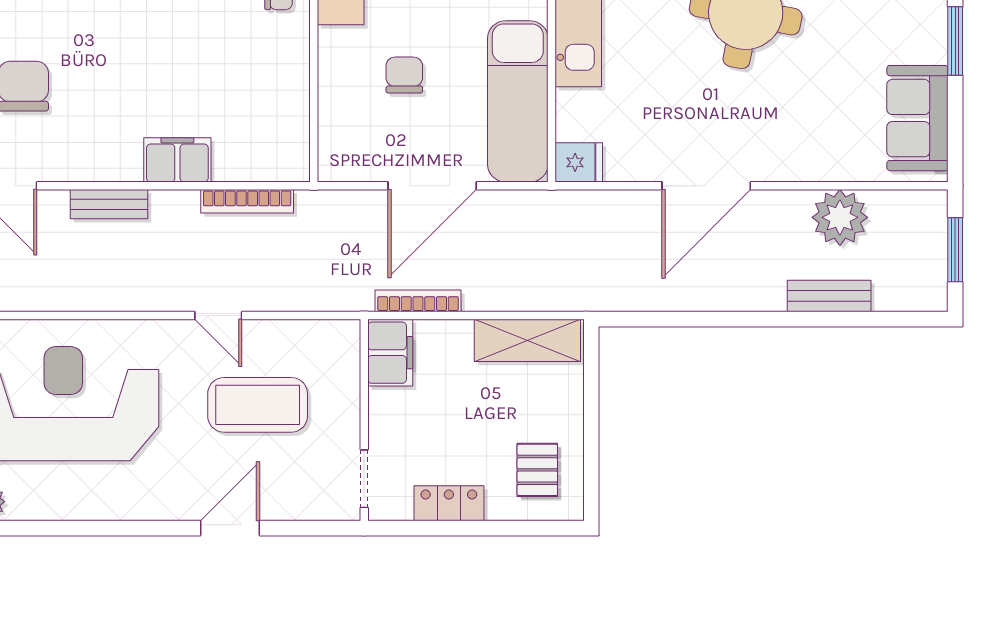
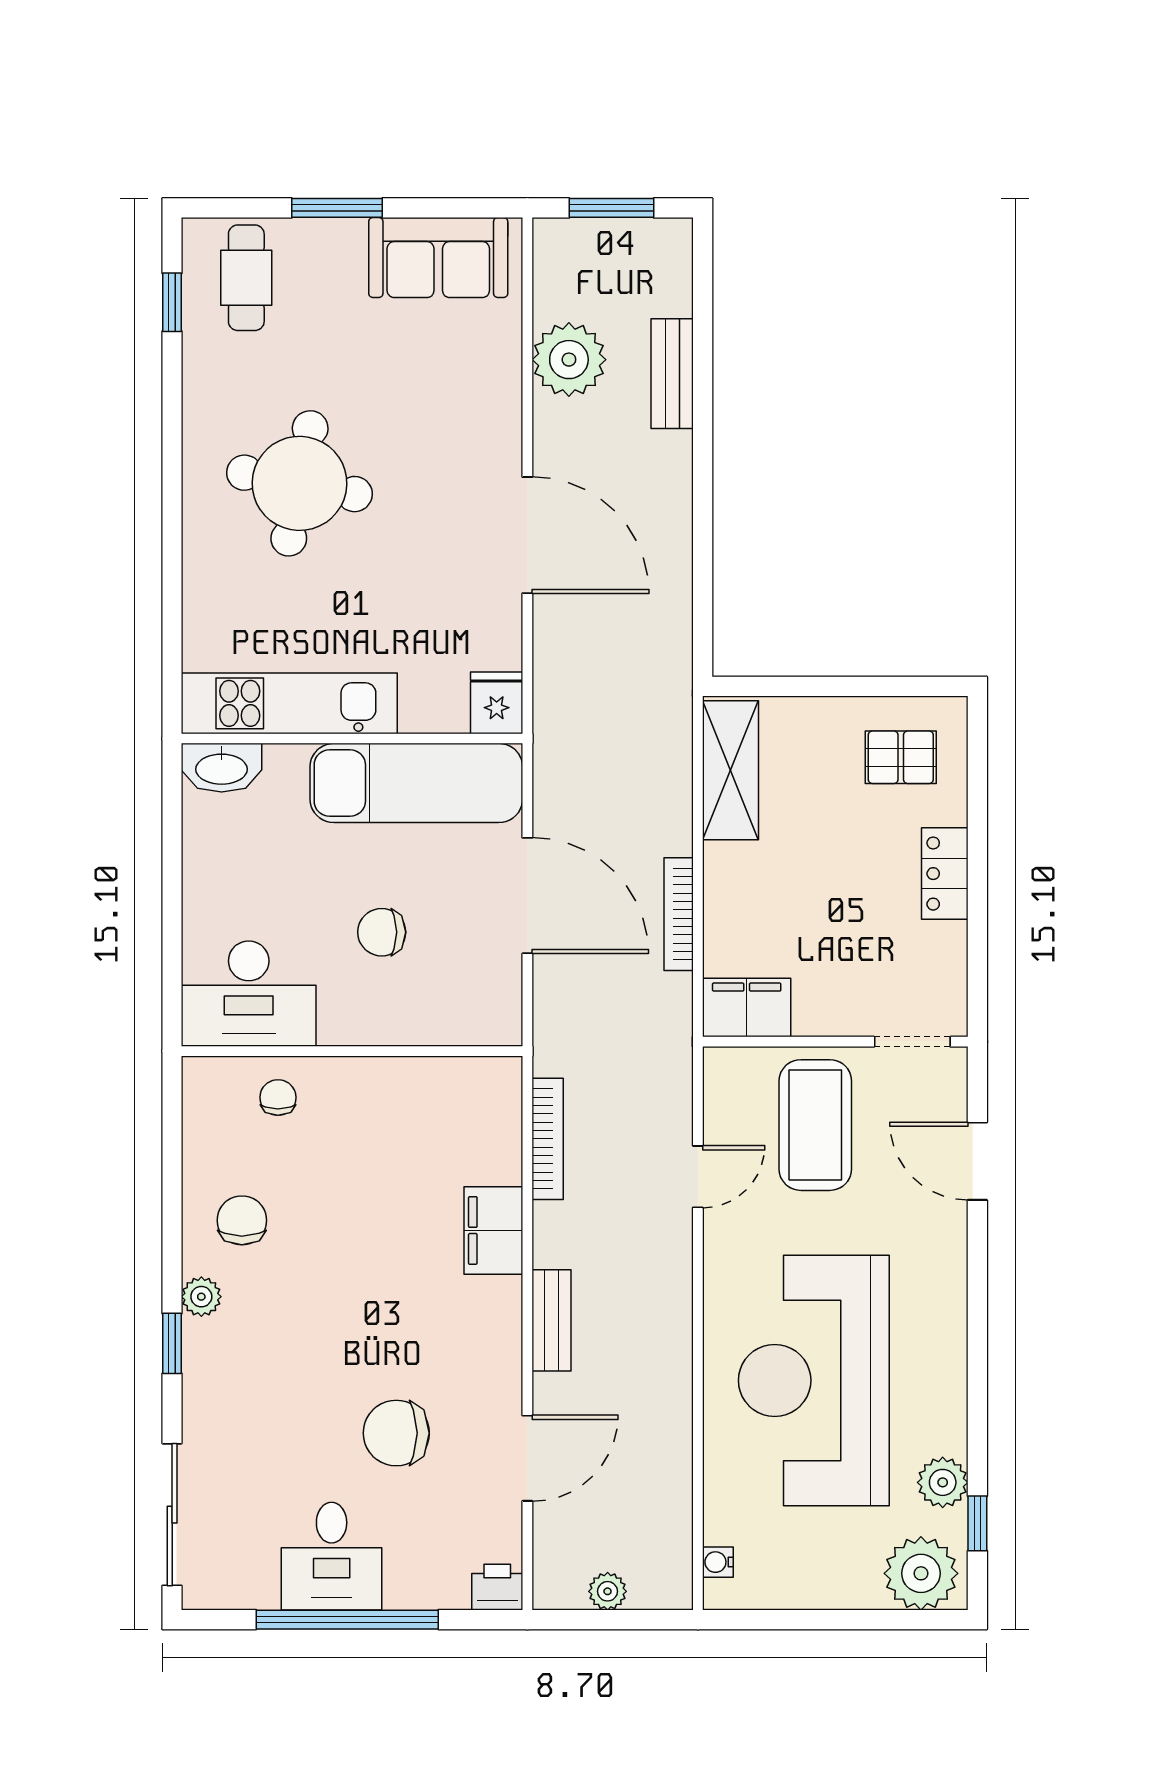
filing cabinet: (390, 353) -> (747, 1008), moved
wall: (364, 420) -> (835, 1042), moved
doorway: (364, 479) -> (912, 1042), moved

